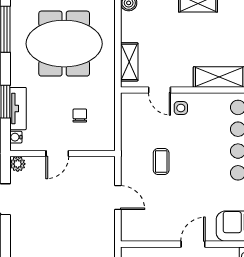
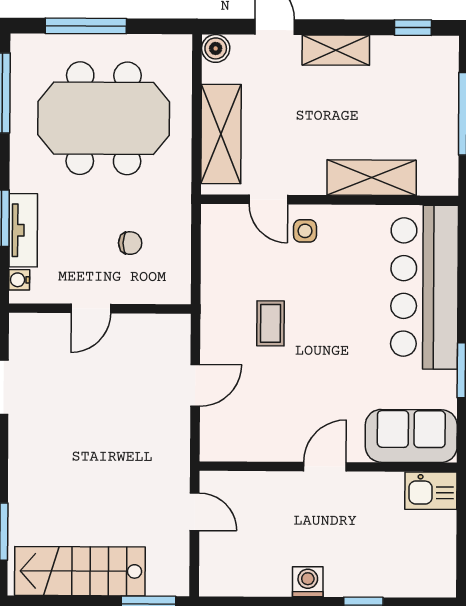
shelving: (129, 62) -> (221, 134), width x1.50, depth x1.33
chair: (80, 116) -> (130, 243), turned 90
plant: (18, 164) -> (22, 326), removed
door: (118, 198) -> (195, 385), hinge flipped

